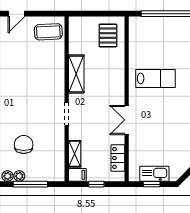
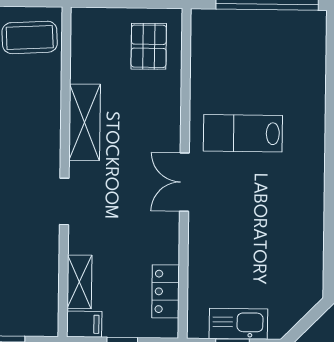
lab bench: (156, 78) -> (243, 133), turned 180
double door: (127, 120) -> (184, 182), moved

